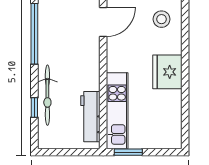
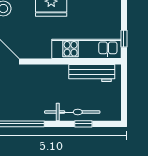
window: (128, 152) -> (124, 39), width x0.67

